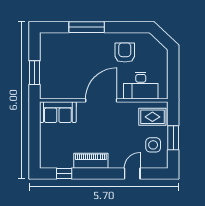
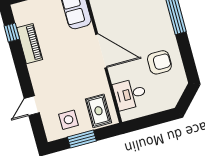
desk: (141, 86) -> (130, 94), width x0.73
piano: (91, 161) -> (30, 44), moved
door: (132, 174) -> (32, 106), swing flipped

